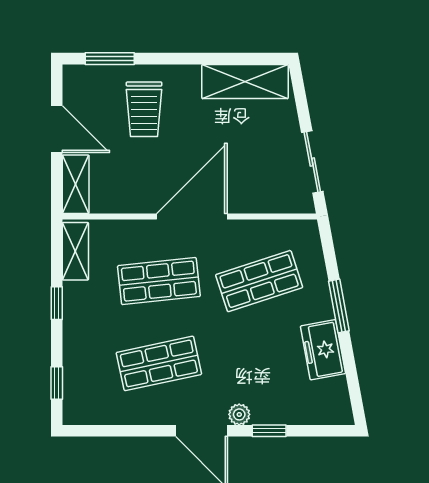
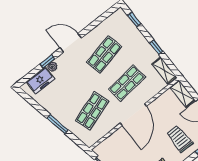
freezer: (323, 350) -> (40, 80), moved, turned 100
plant: (239, 414) -> (52, 67), moved

